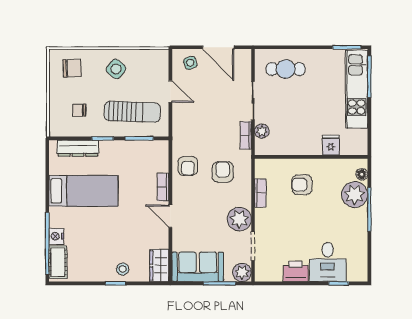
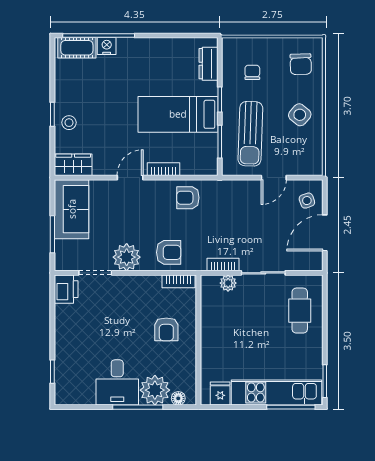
fridge: (331, 145) -> (220, 394), moved, turned -90
dresser: (78, 148) -> (208, 64), width x0.70
armchair: (223, 172) -> (169, 252), moved
armchair: (302, 185) -> (166, 329), turned 180
bed: (83, 191) -> (178, 114), moved, turned 90
bookcase: (260, 193) -> (179, 281), moved
desk: (328, 262) -> (117, 382), moved, turned -90
printer: (296, 271) -> (66, 289), moved
plant: (242, 272) -> (65, 260), removed

